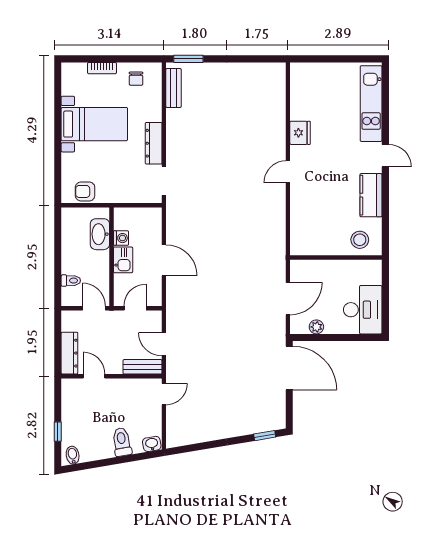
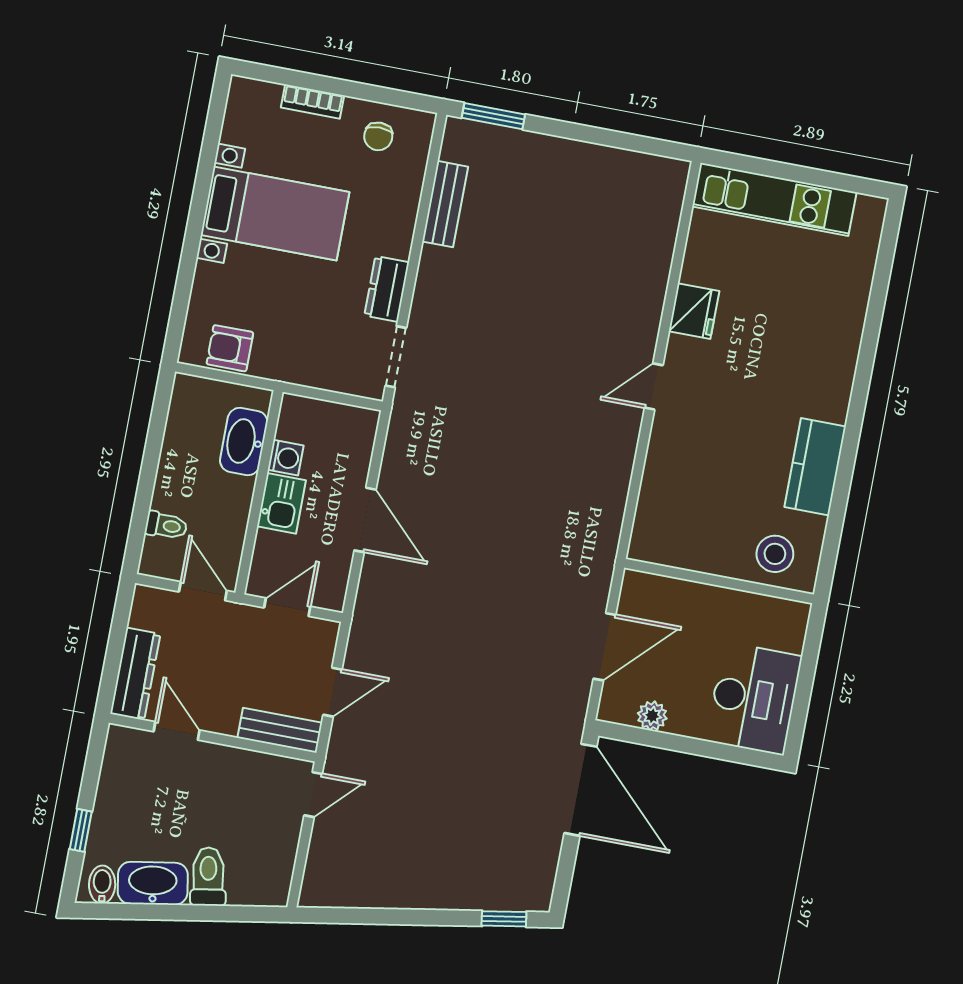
bench: (174, 88) -> (445, 204), moved
kitchen unit: (371, 104) -> (774, 199), moved, turned -90
dresser: (154, 143) -> (387, 289), width x0.70
door: (385, 156) -> (860, 391), removed
door: (164, 344) -> (333, 692), swing flipped
washbasin: (152, 444) -> (153, 883), moved, width x1.91, depth x1.45

